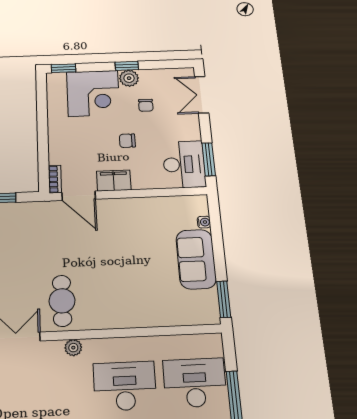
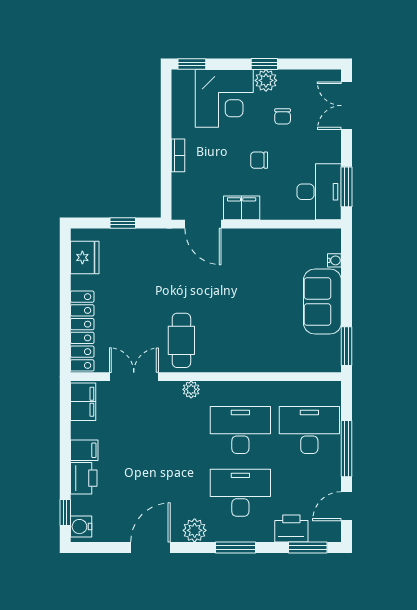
bookcase: (55, 179) -> (178, 155), moved

